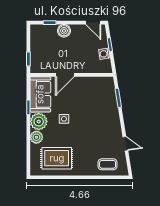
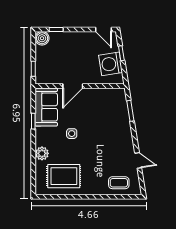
boiler: (64, 31) -> (42, 38), moved
washing machine: (104, 54) -> (111, 64), width x1.89, depth x1.89
plant: (39, 121) -> (44, 136), removed

